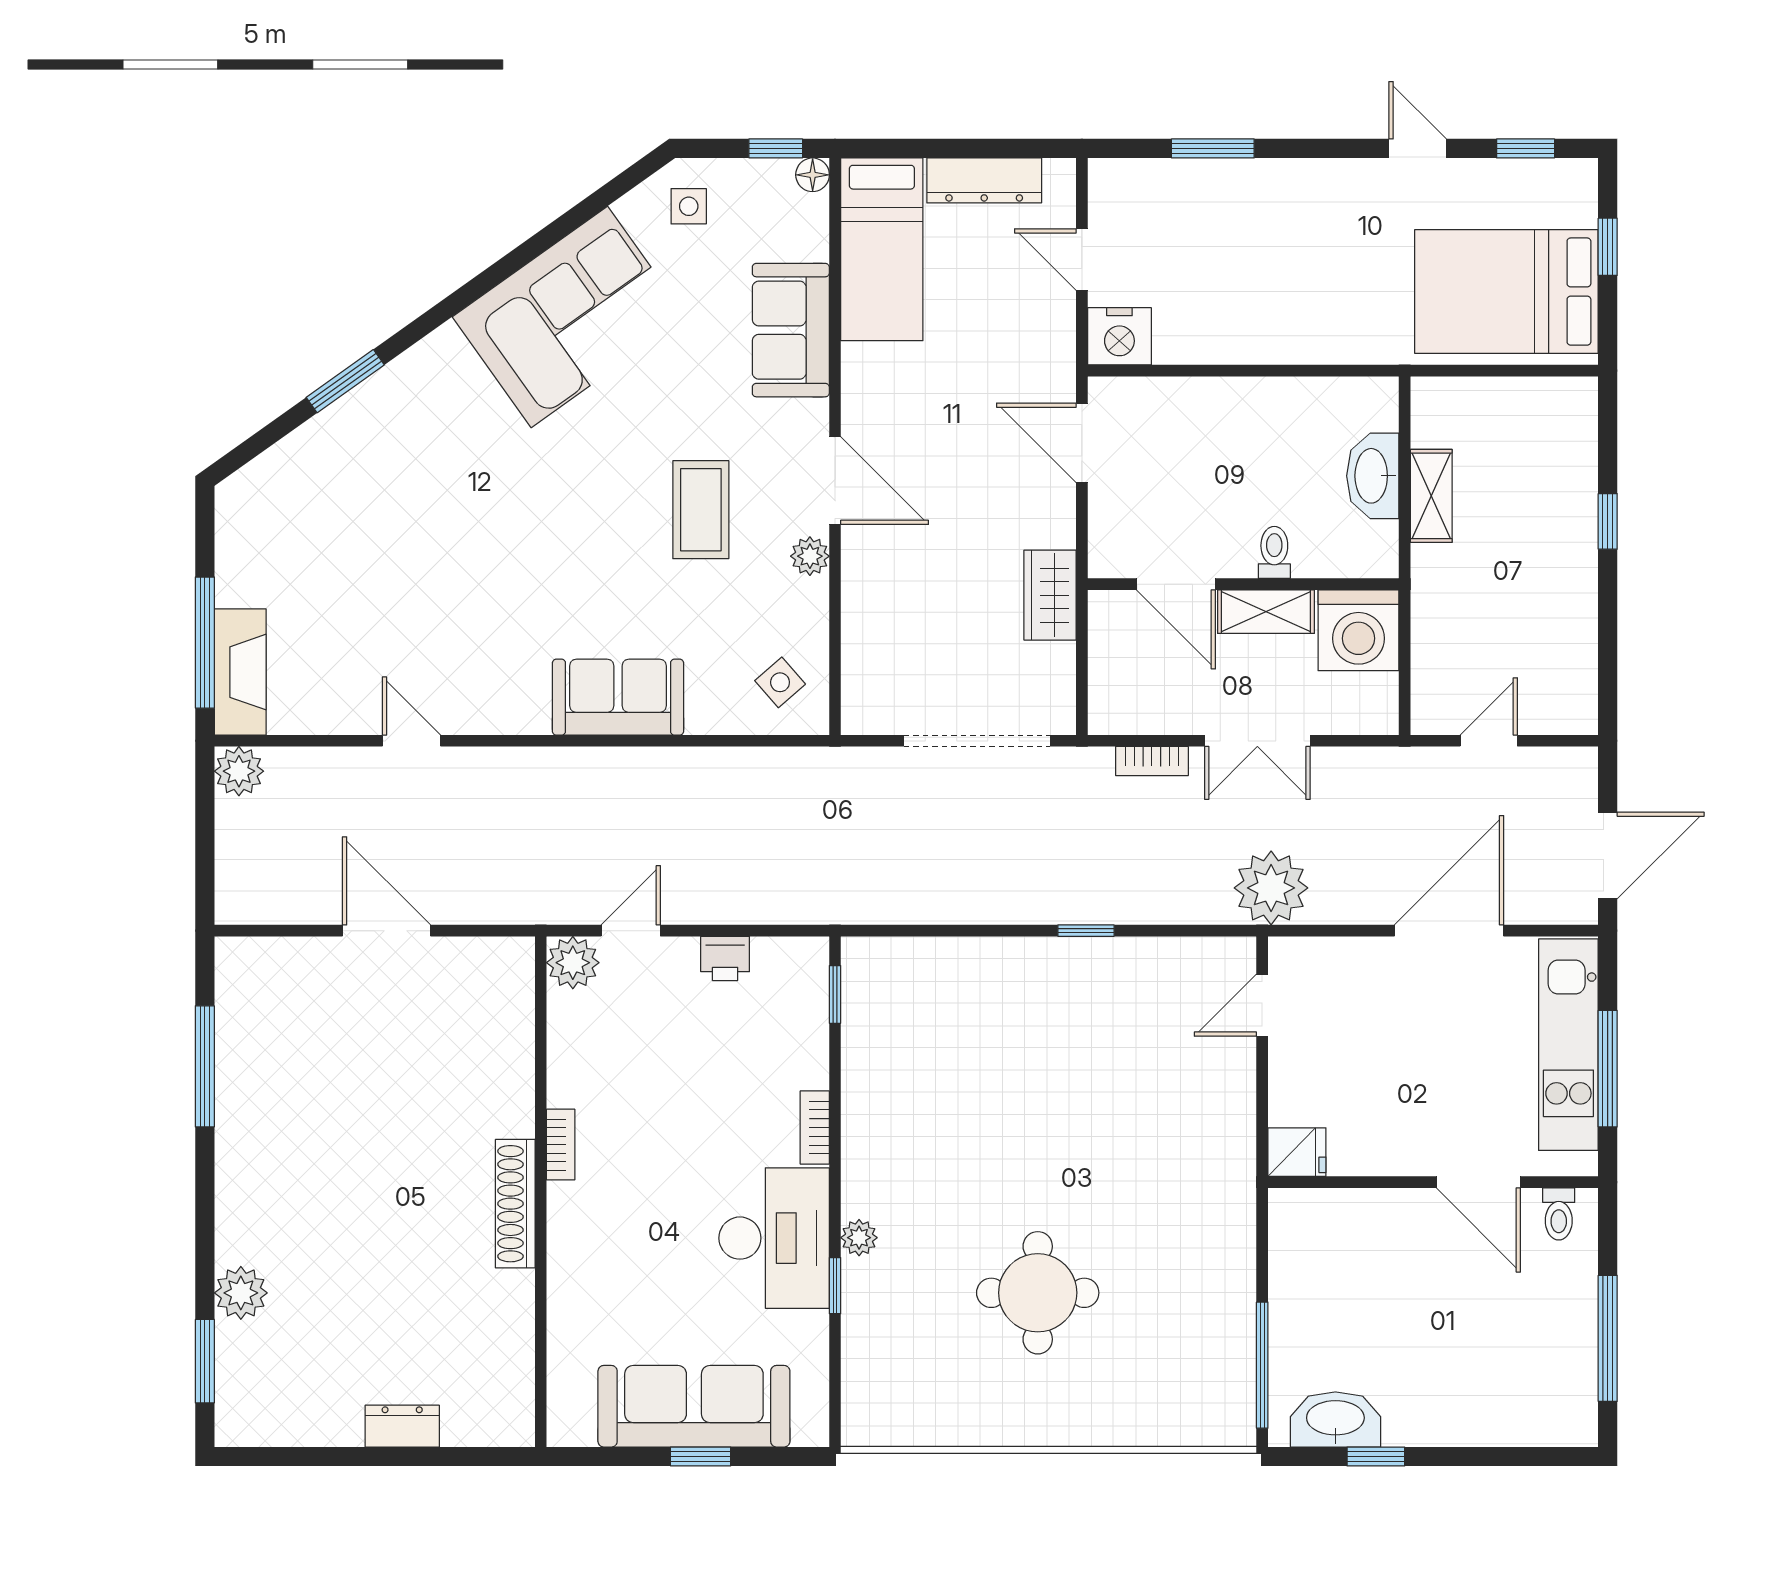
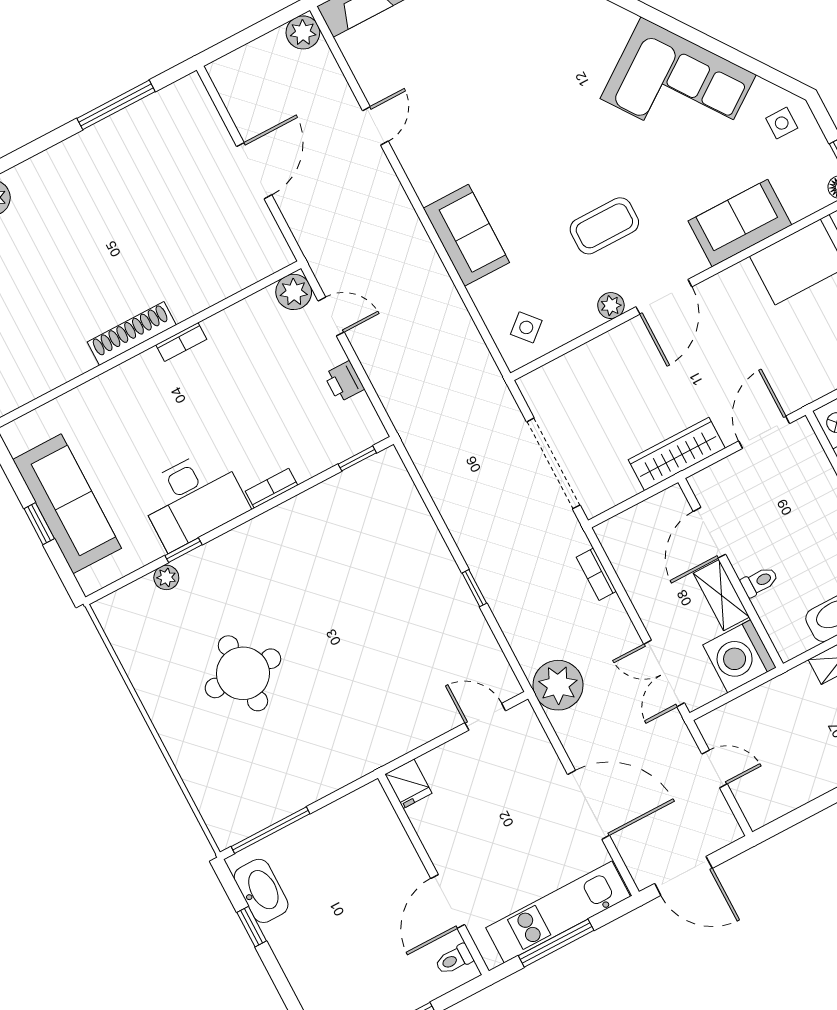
wardrobe: (1050, 595) -> (677, 454), width x1.50
double door: (1257, 741) -> (664, 673), moved
plant: (859, 1238) -> (166, 577), moved

